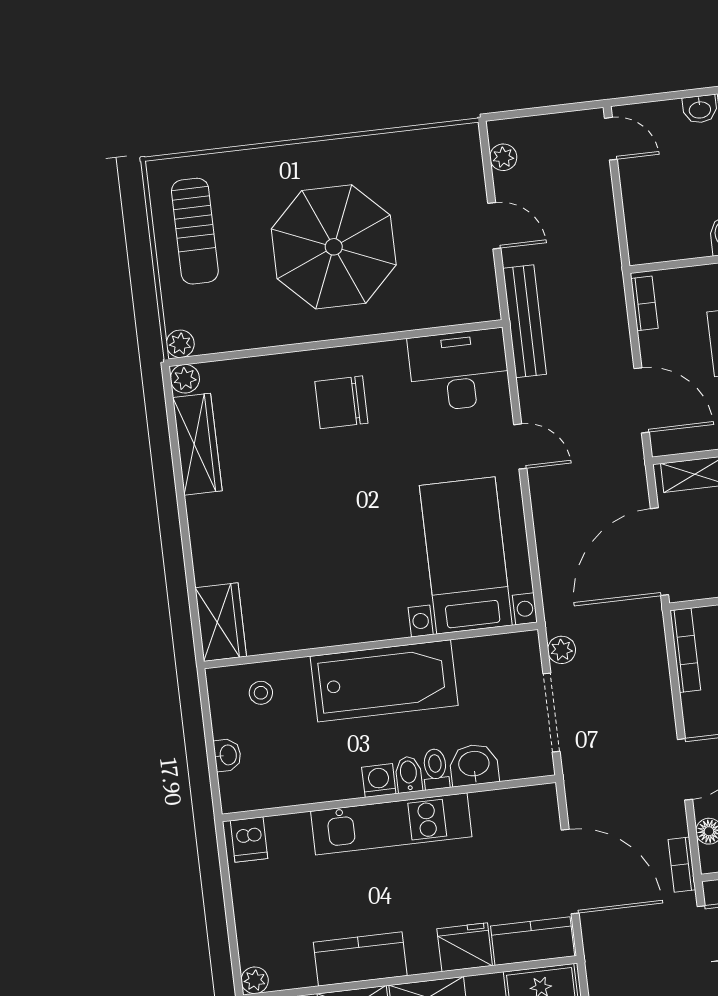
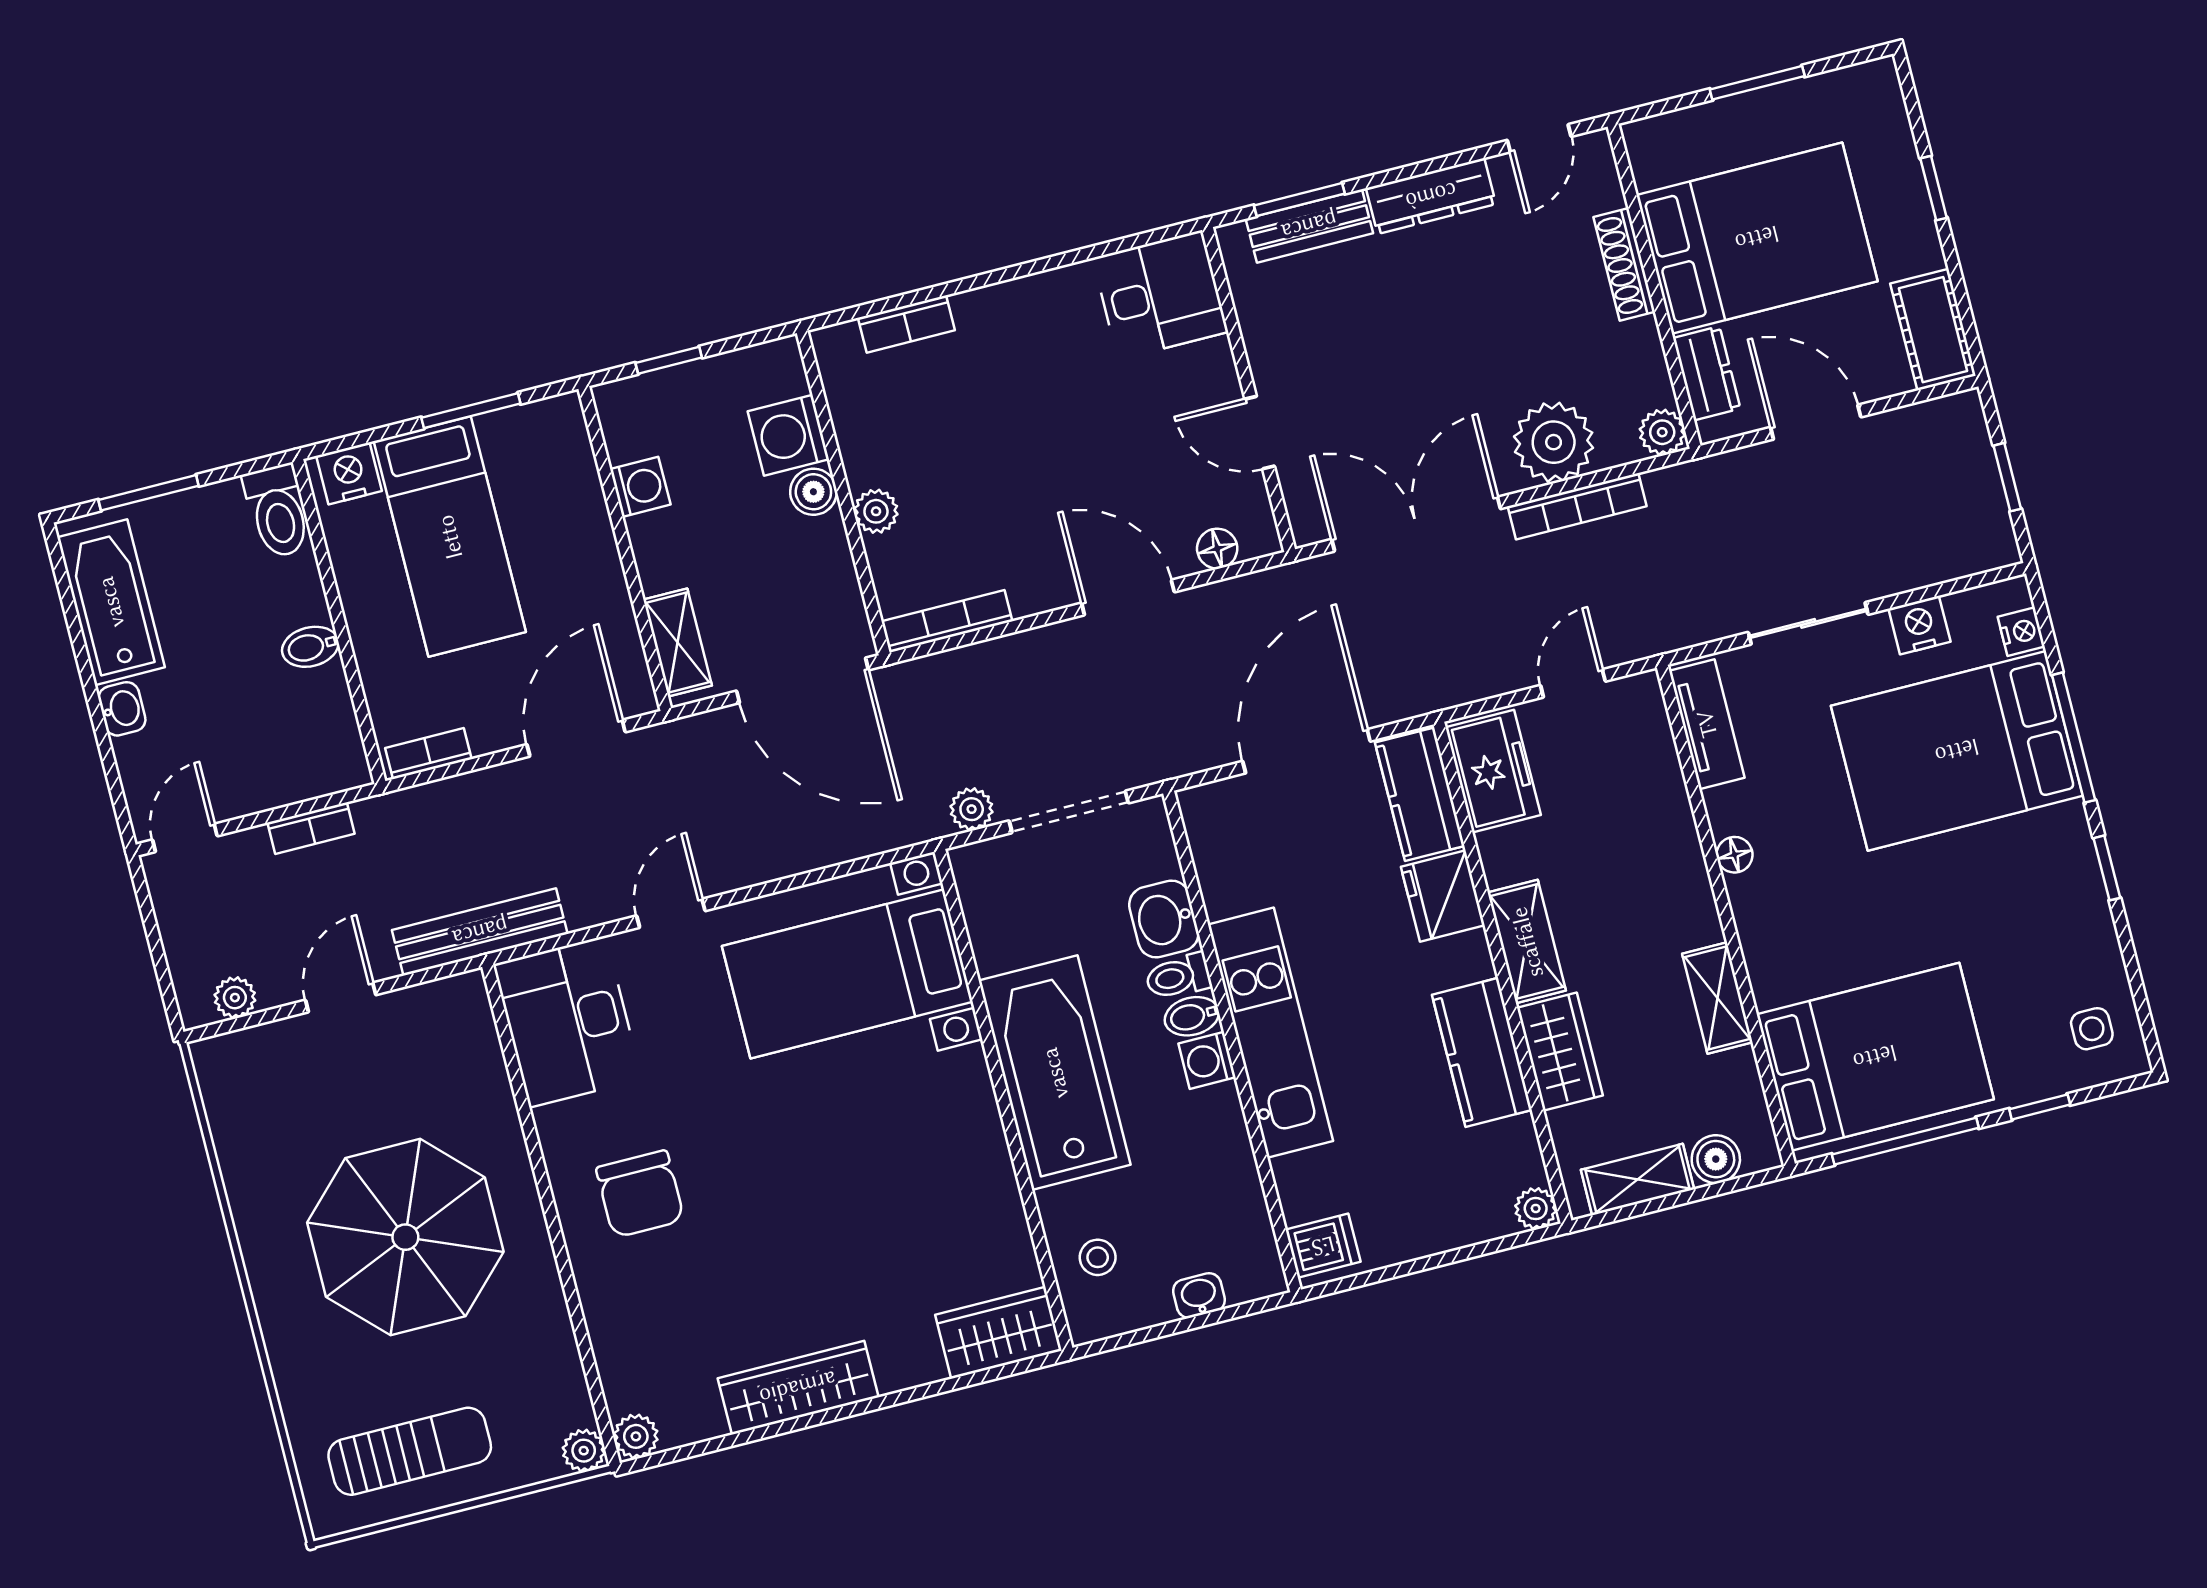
wardrobe: (197, 444) -> (798, 1388), moved
bookcase: (682, 865) -> (311, 828), moved

